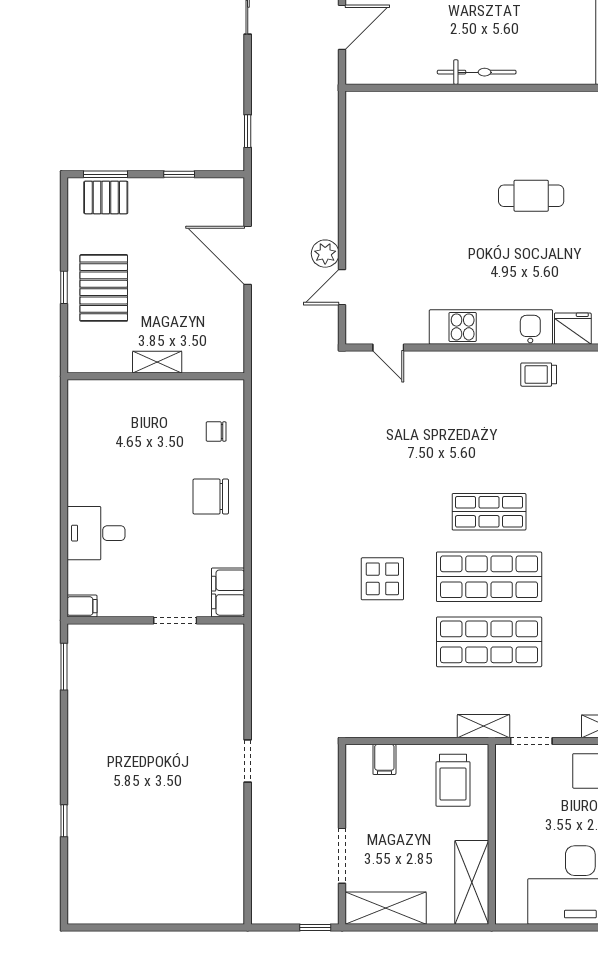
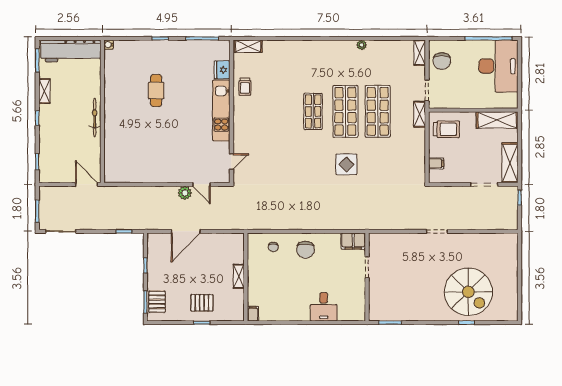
door: (342, 27) -> (87, 184), moved
pallet: (104, 288) -> (202, 303), width x0.67, depth x0.71
filing cabinet: (82, 606) -> (253, 314), moved
spiral stairs: (126, 824) -> (468, 292), added

